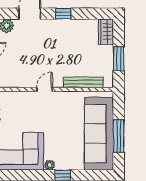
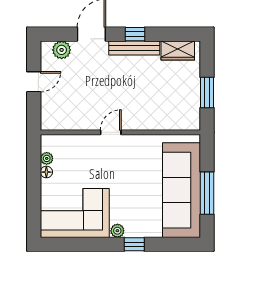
wardrobe: (106, 32) -> (178, 50), moved, turned -90
bench: (83, 82) -> (134, 48), moved

